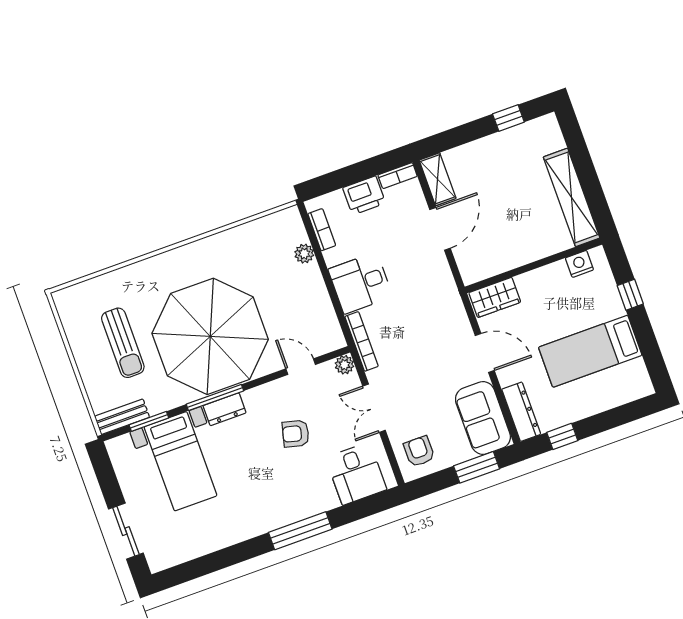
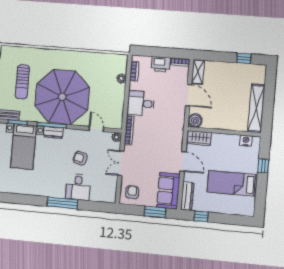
door: (440, 229) -> (189, 95), hinge flipped
boiler: (473, 269) -> (195, 121), added
desk: (356, 474) -> (78, 187), moved

